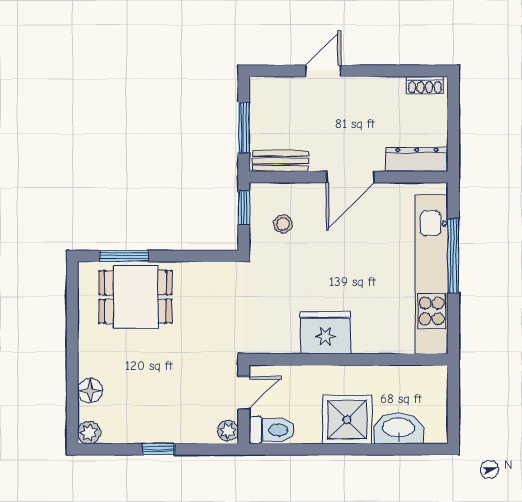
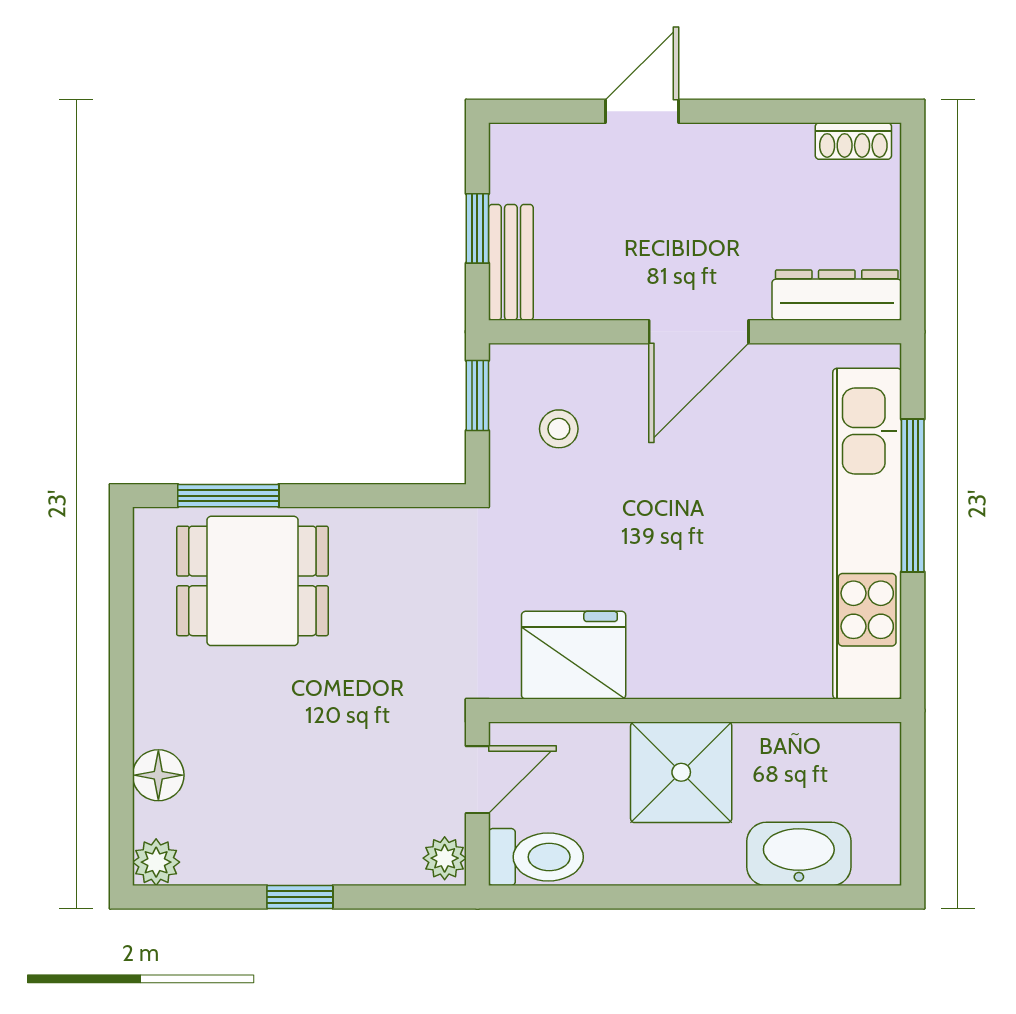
window: (244, 127) -> (477, 228), width x0.67
bench: (281, 161) -> (511, 262), moved, turned 90
fridge: (325, 333) -> (574, 655), moved
shower: (347, 420) -> (681, 772), moved

